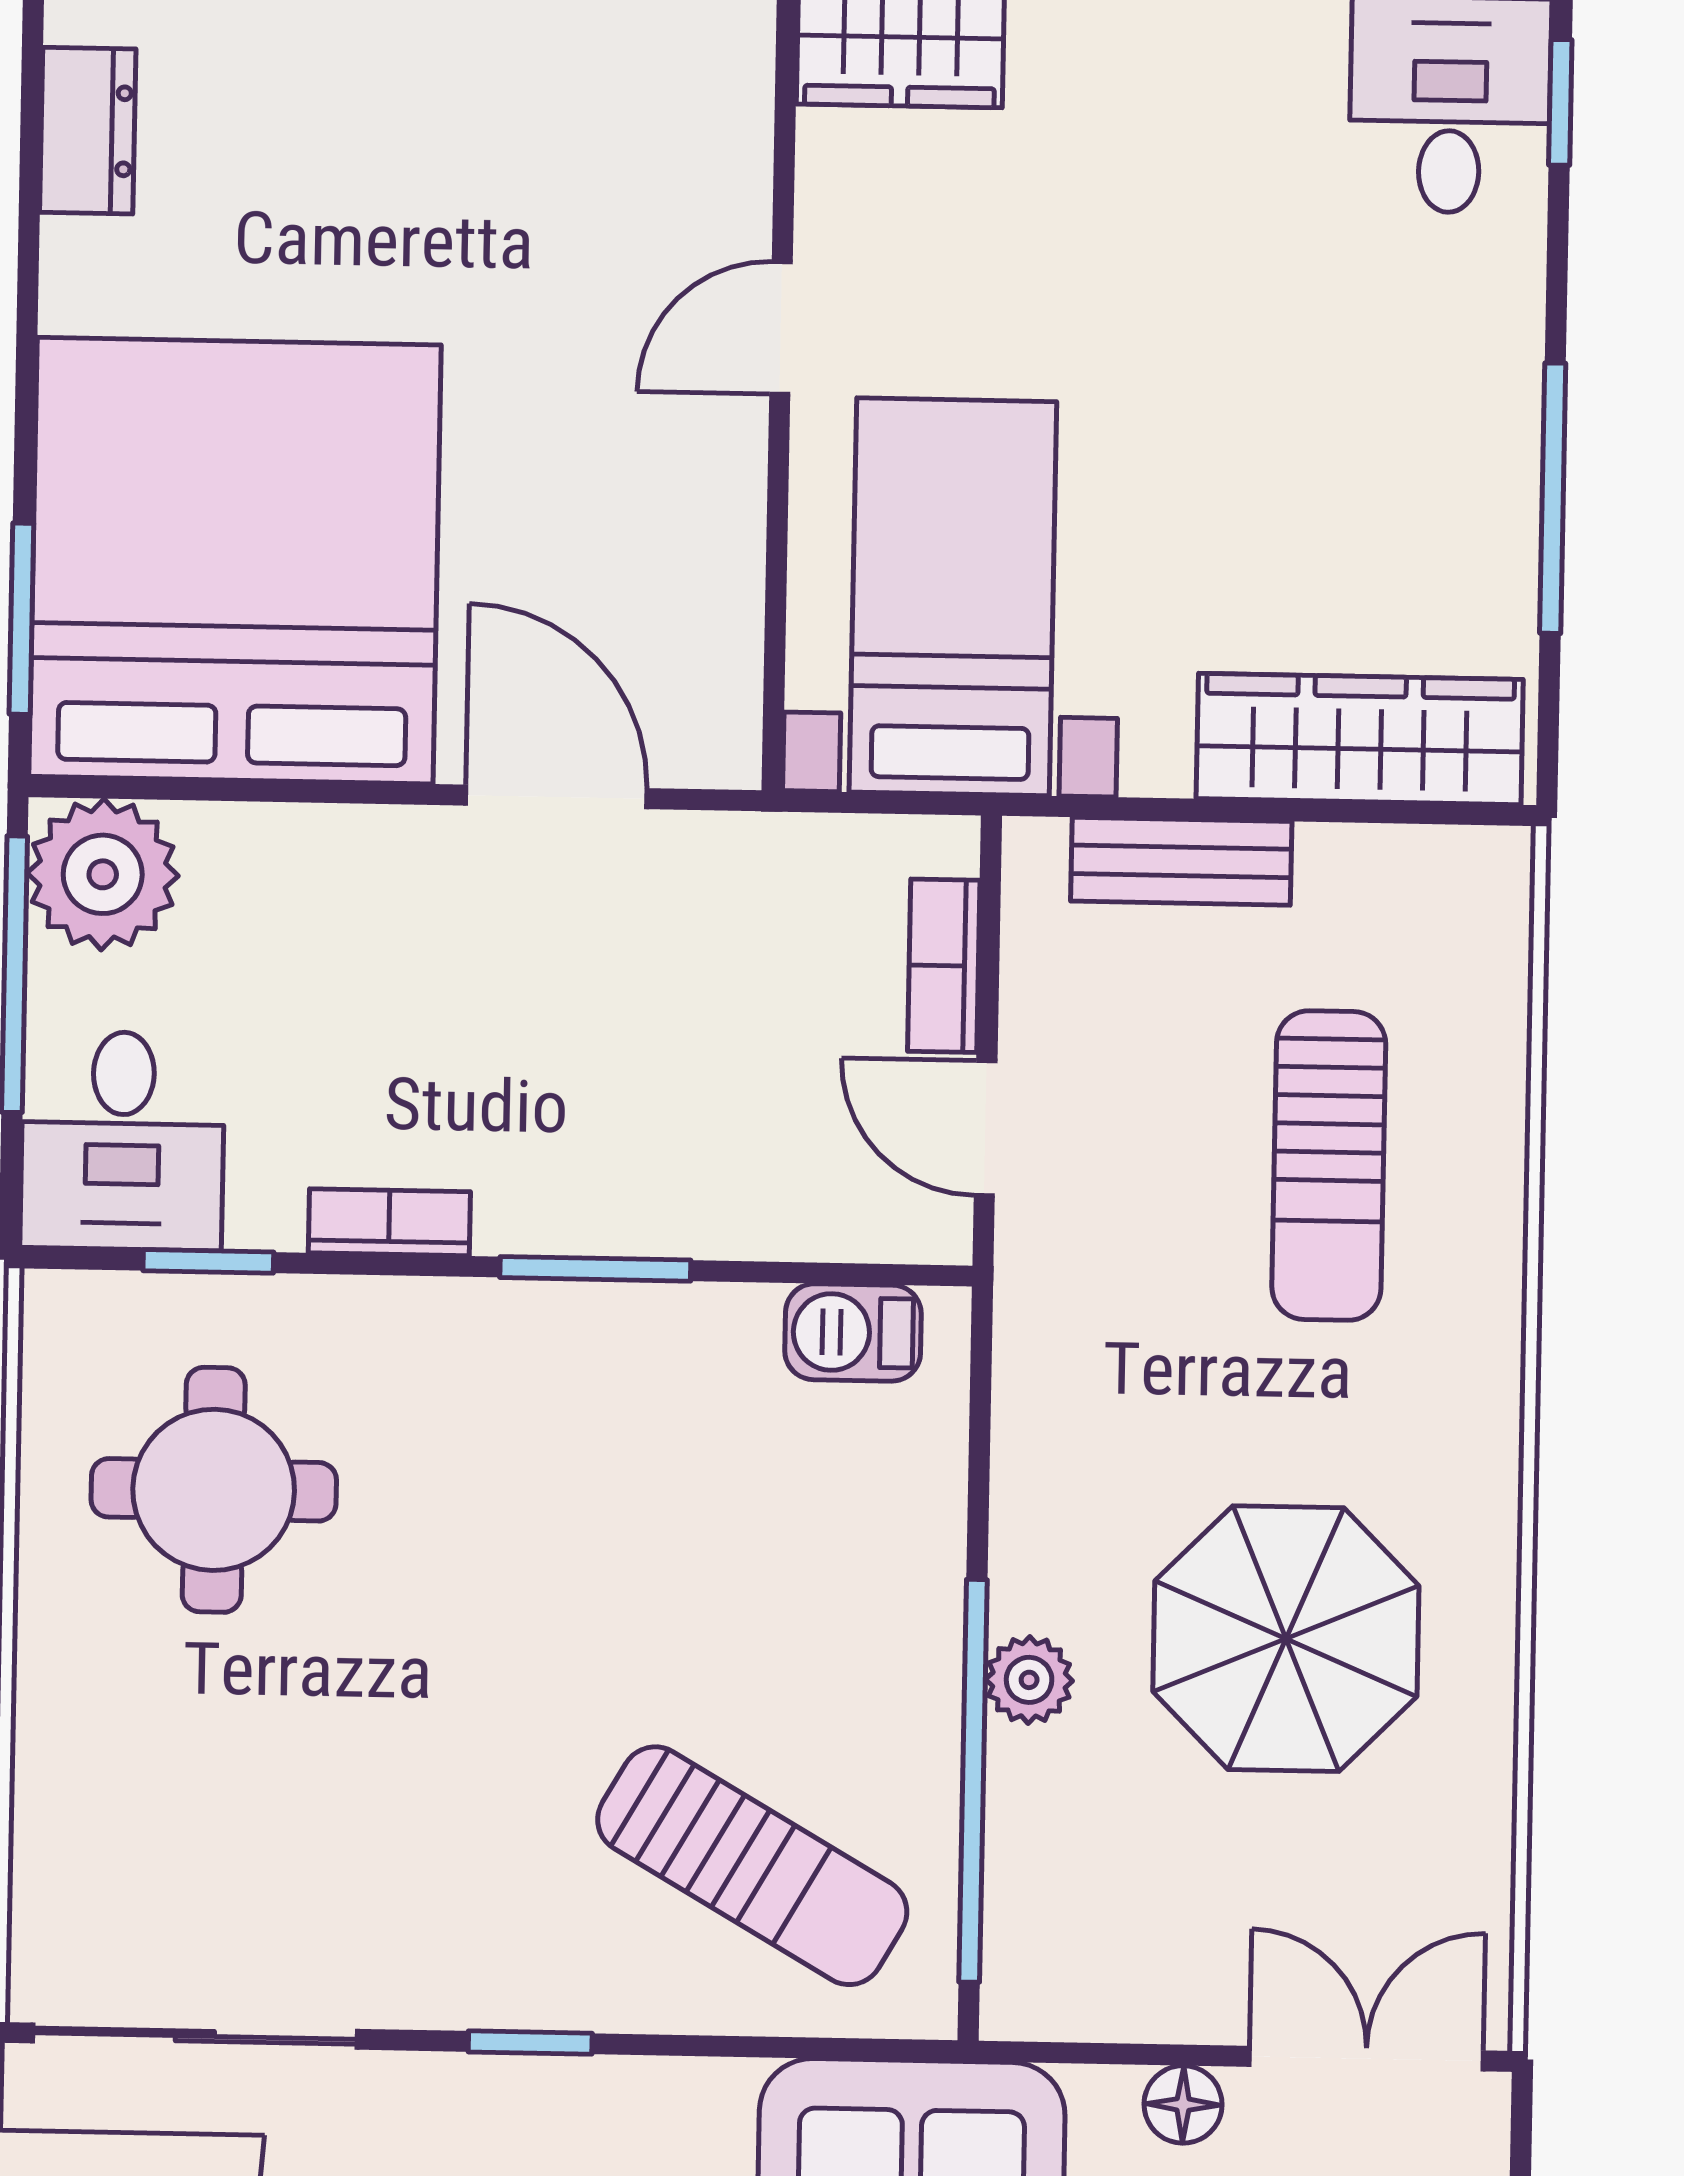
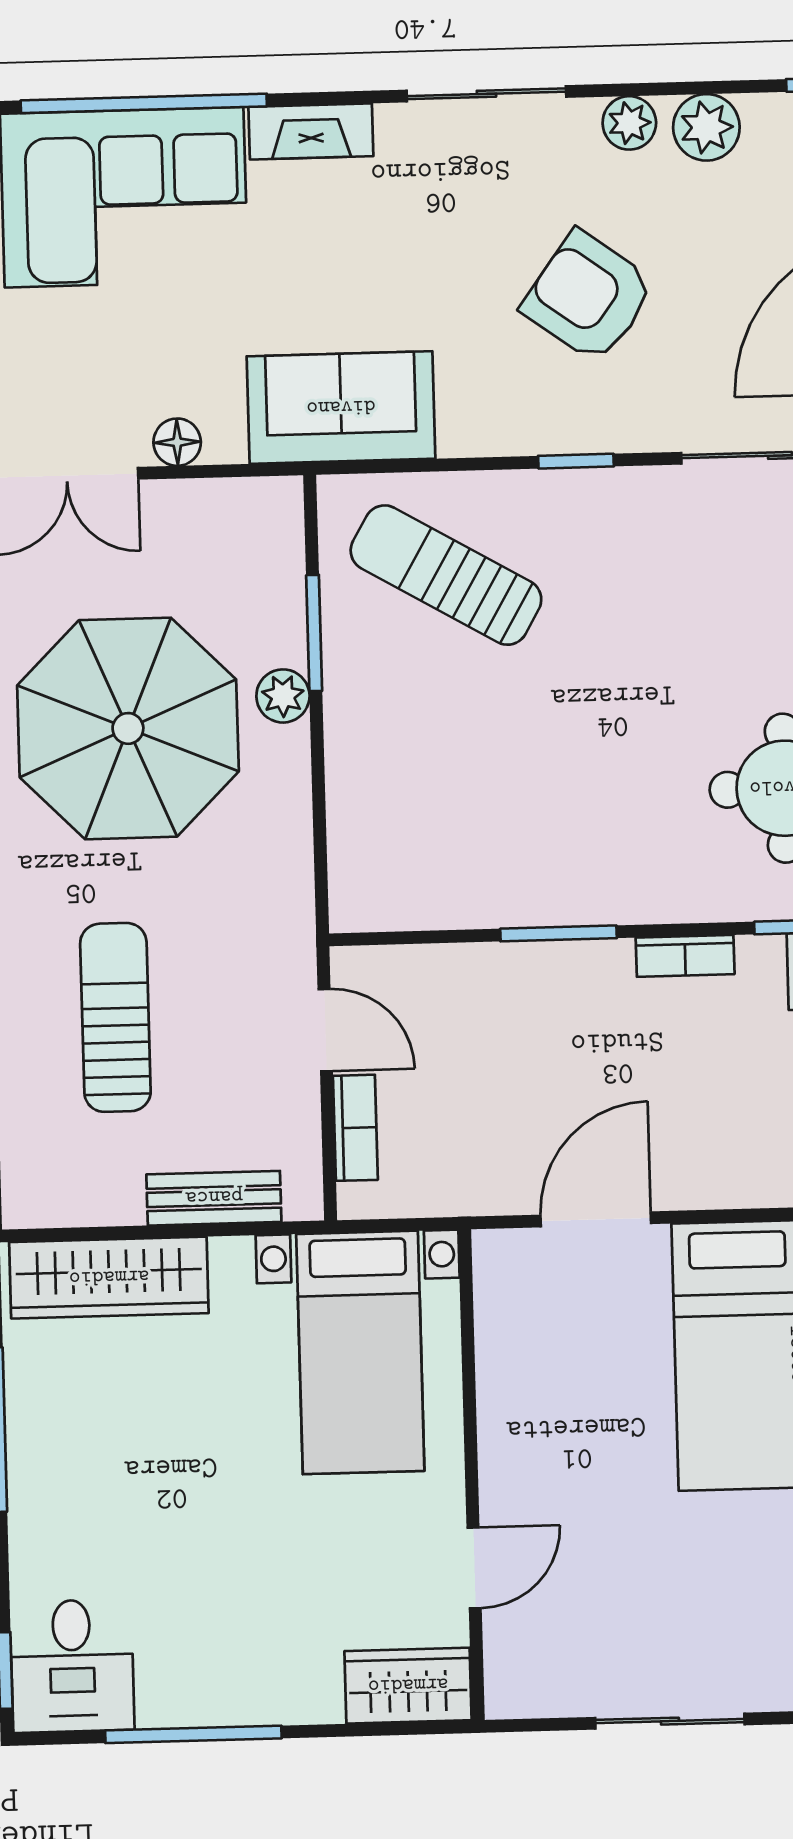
door: (781, 328) -> (474, 1568), moved
door: (556, 797) -> (596, 1219), swing flipped
barbecue: (853, 1332) -> (400, 902), removed
parasol: (1286, 1639) -> (128, 728), width x1.36, depth x1.36
window: (973, 1781) -> (314, 633), width x0.47

